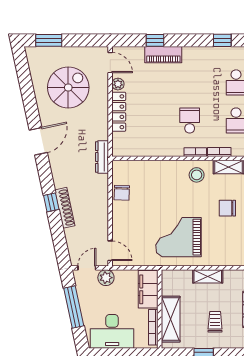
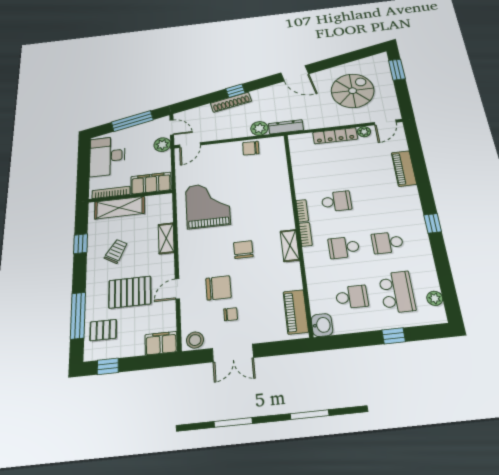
window: (155, 40) -> (418, 159), removed
spiral stairs: (68, 87) -> (353, 91), turned -90
stool: (197, 175) -> (277, 215), removed
plant: (100, 183) -> (259, 128), added
trolley: (215, 322) -> (116, 251), turned -60

